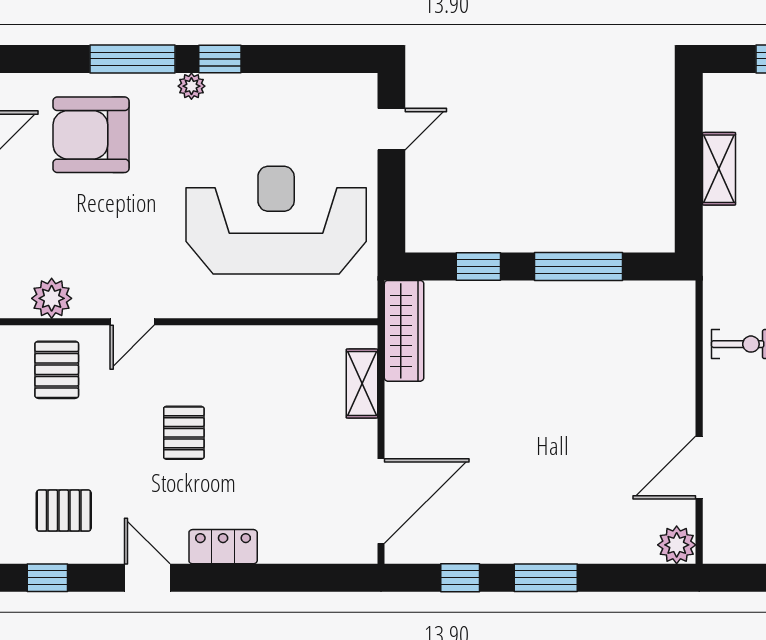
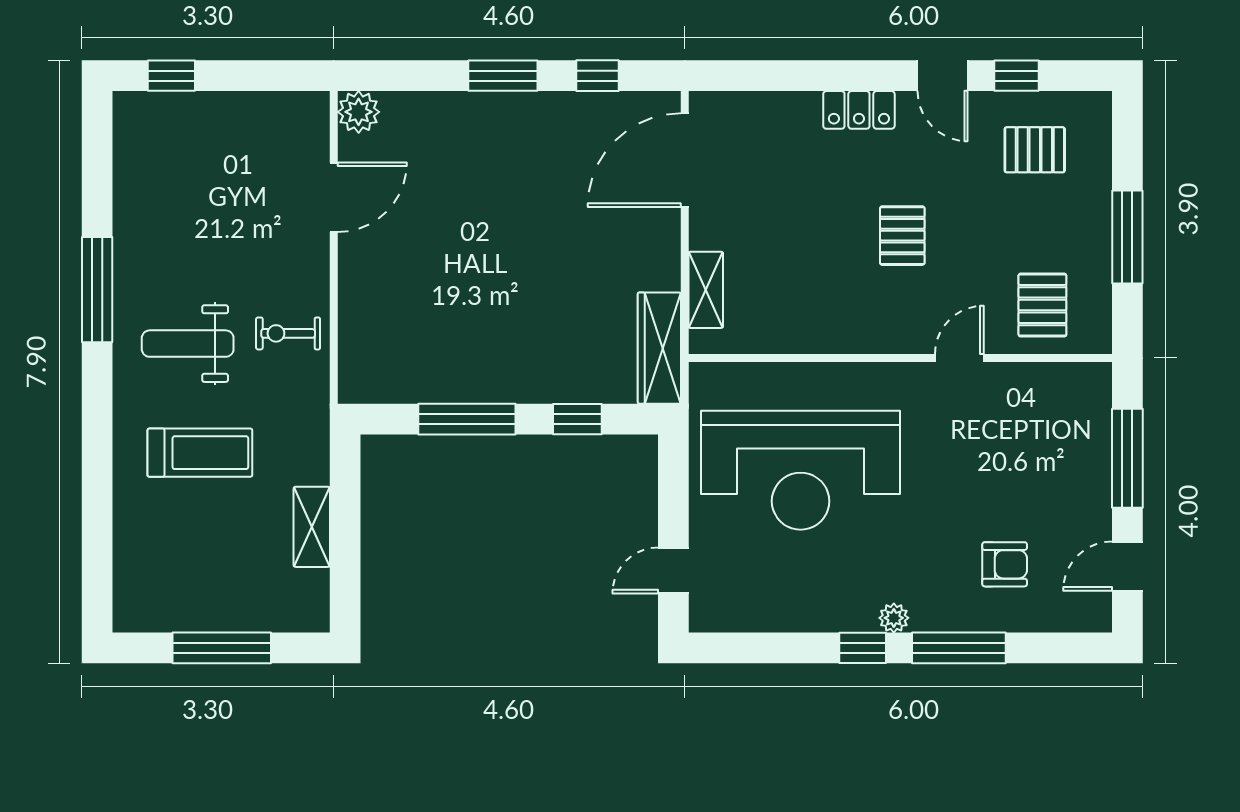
armchair: (91, 135) -> (1005, 564), width x0.53, depth x0.53
plant: (52, 298) -> (1048, 384), removed
window: (47, 578) -> (1017, 76), moved

